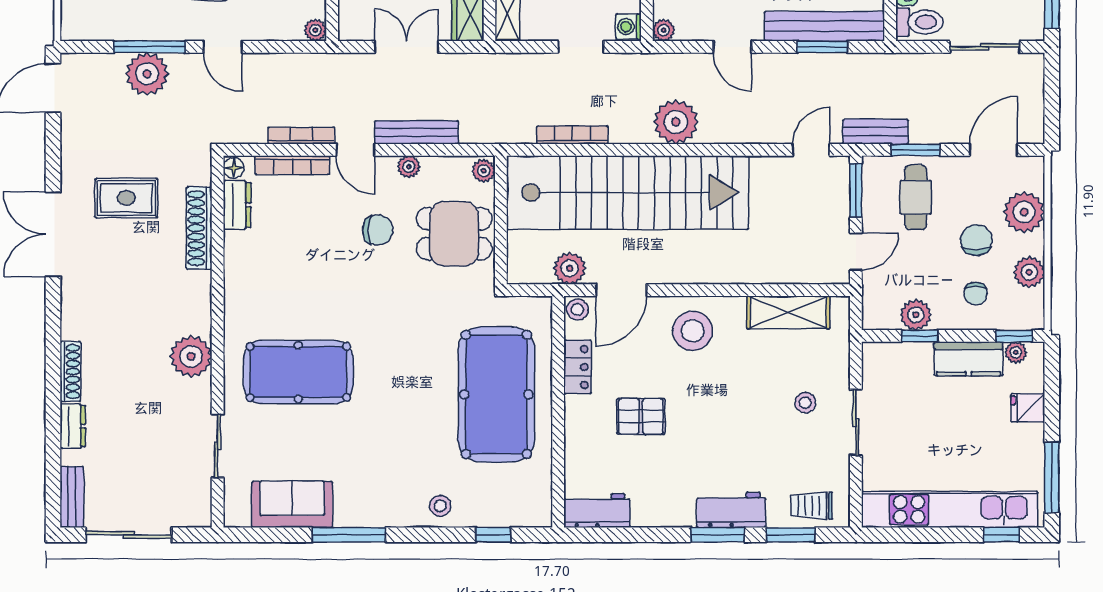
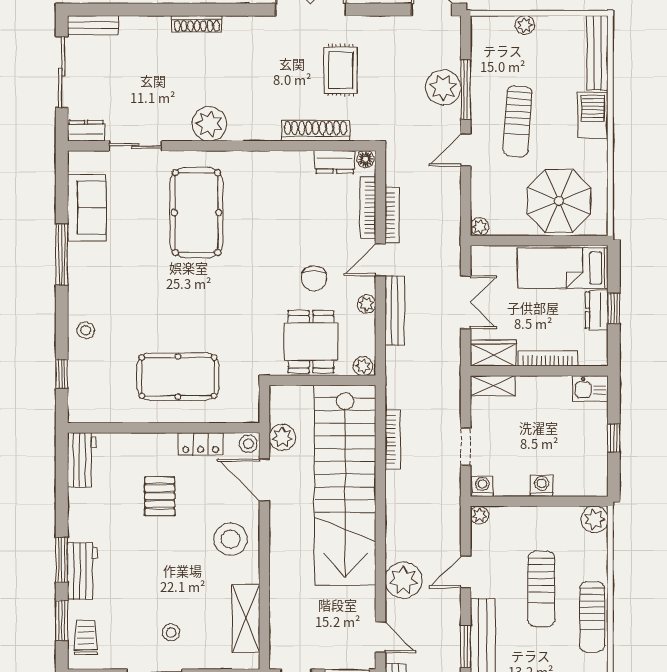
plant: (676, 122) -> (403, 580), moved
pool table: (496, 394) -> (178, 377), width x0.73, depth x0.76
dresser: (73, 426) -> (86, 131), moved, turned 180

